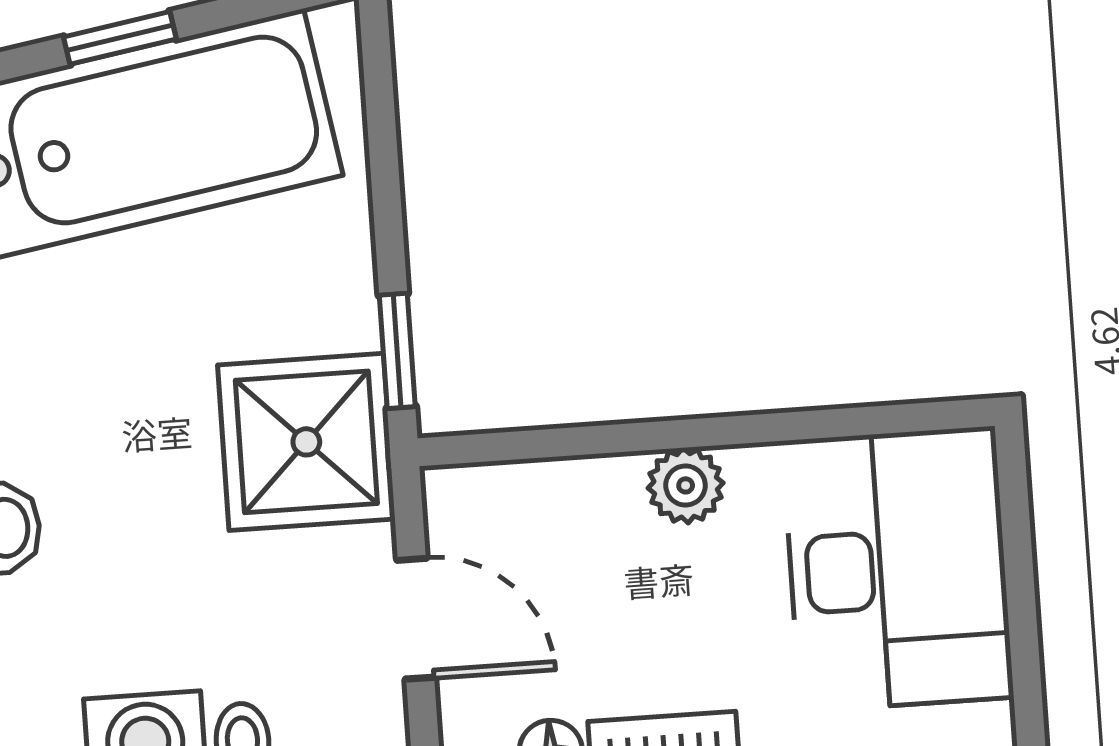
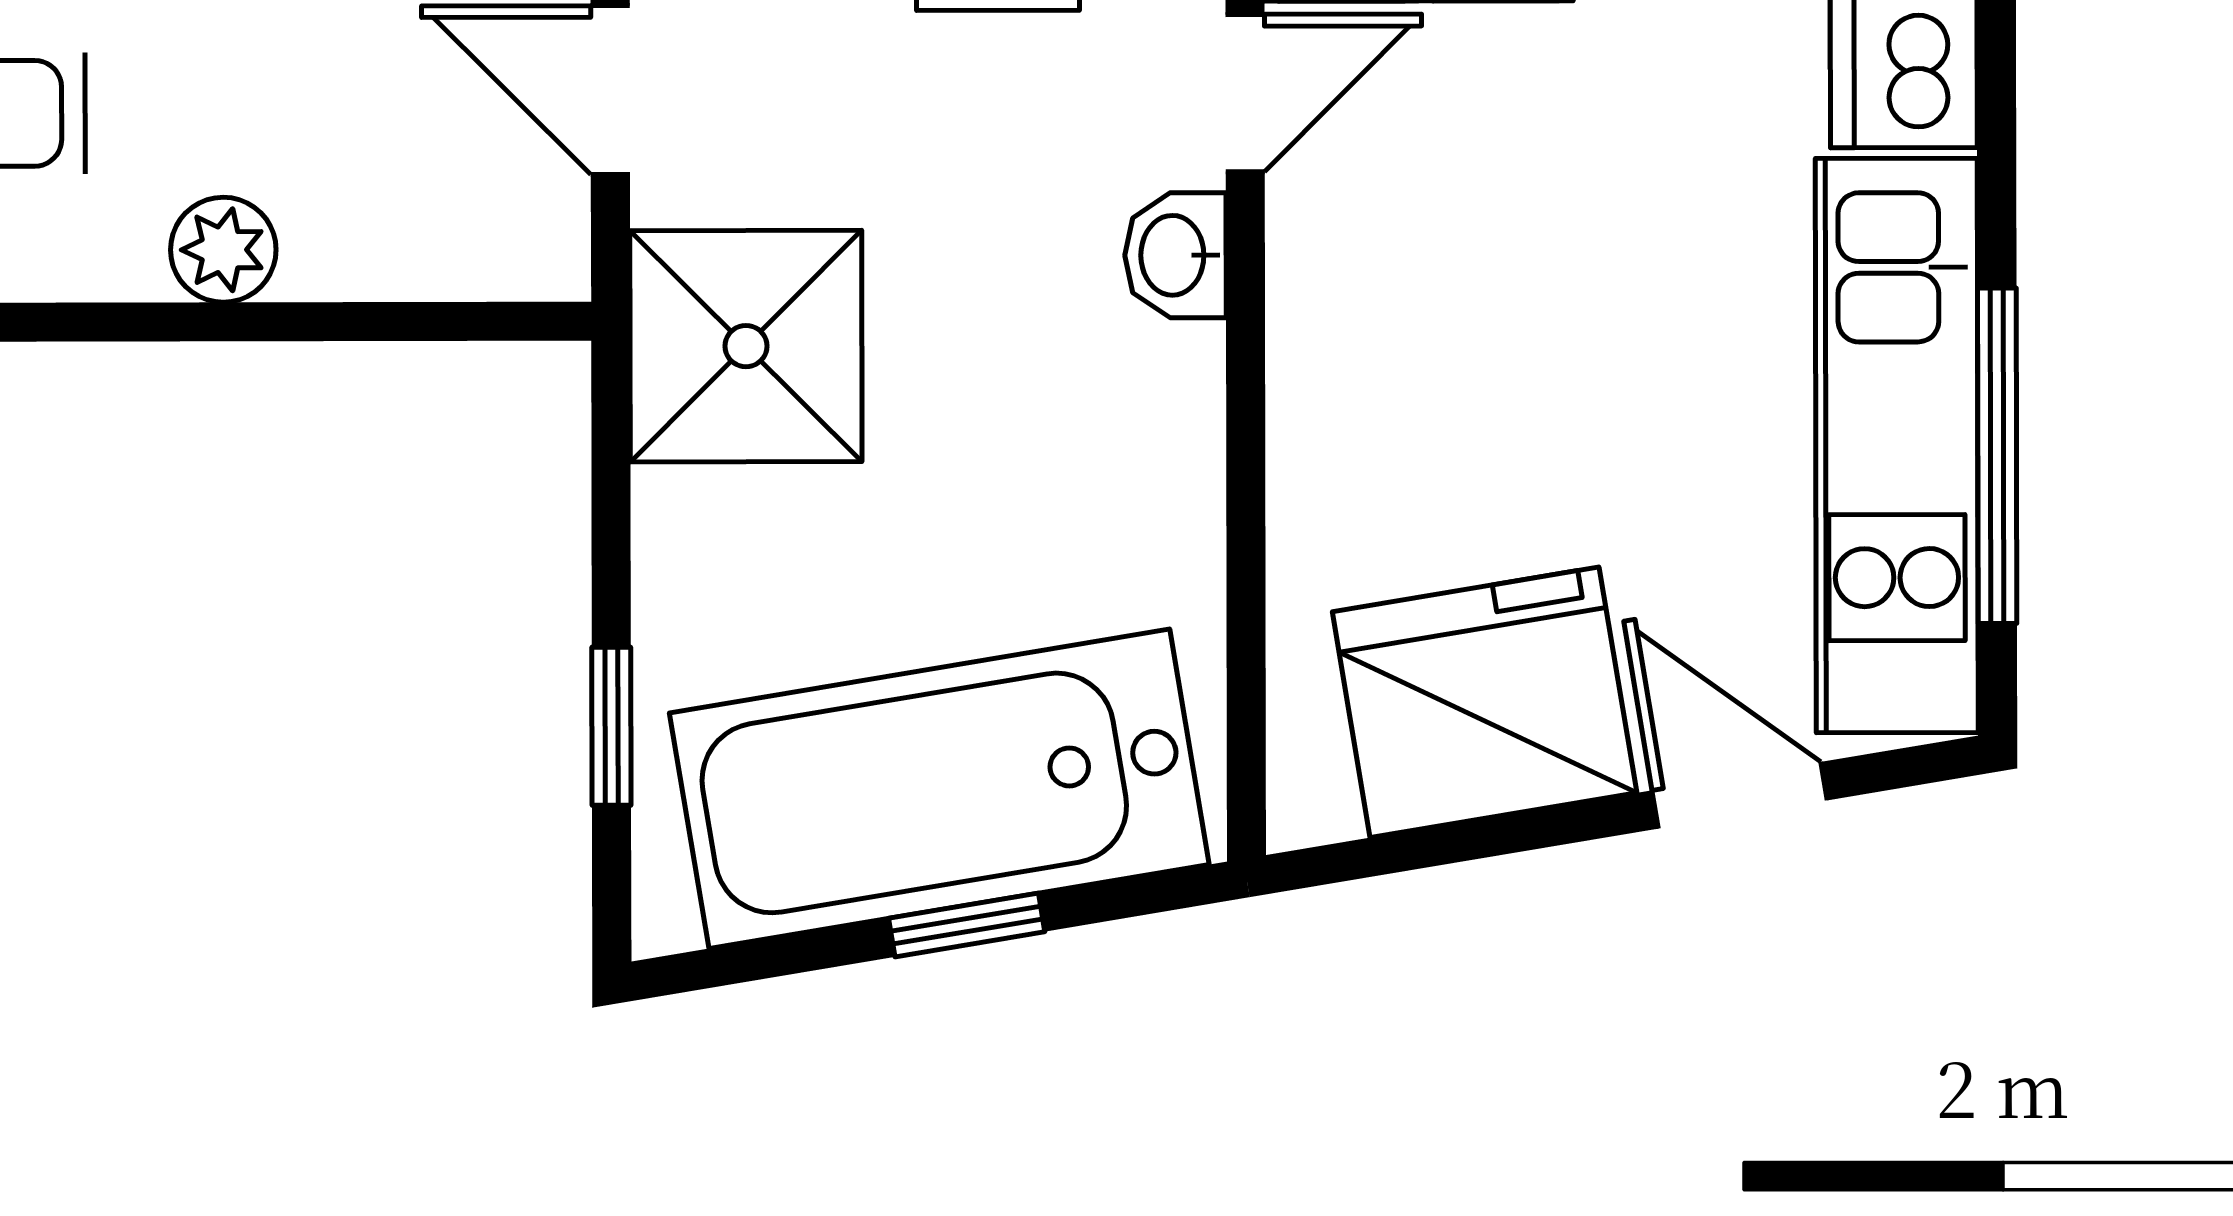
window: (397, 351) -> (611, 726), moved

